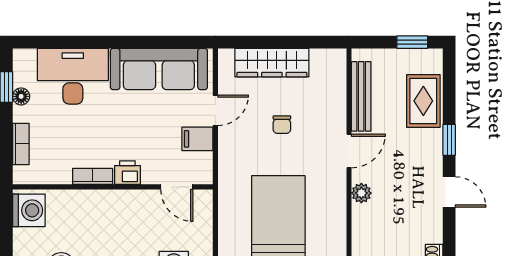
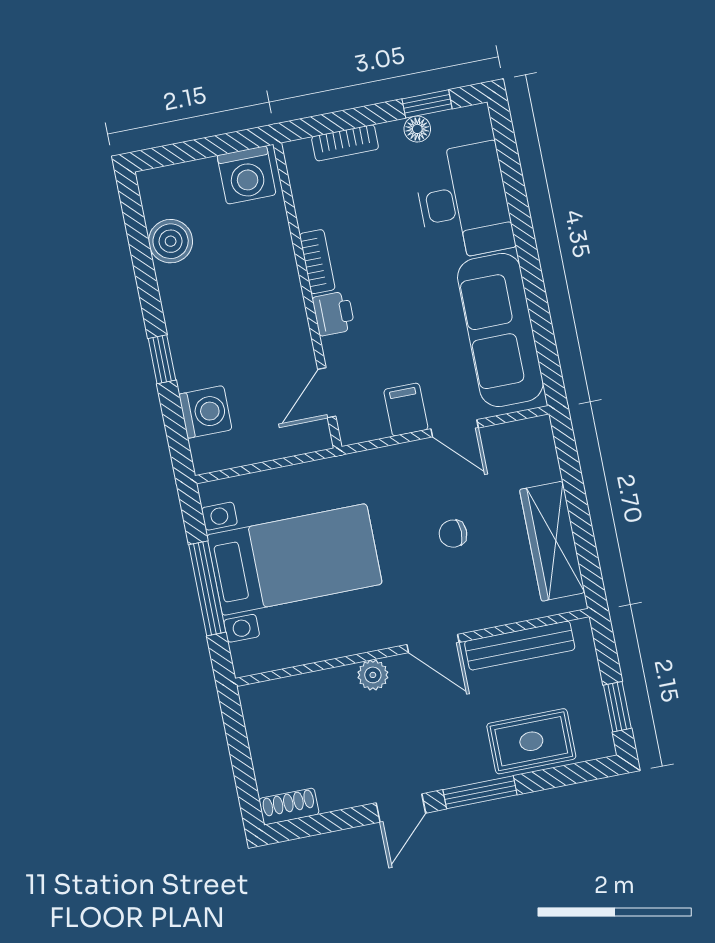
wardrobe: (272, 63) -> (552, 541), moved
window: (449, 140) -> (480, 792), width x1.50

